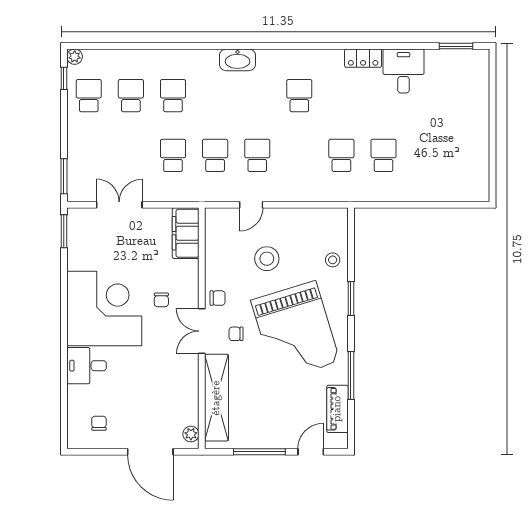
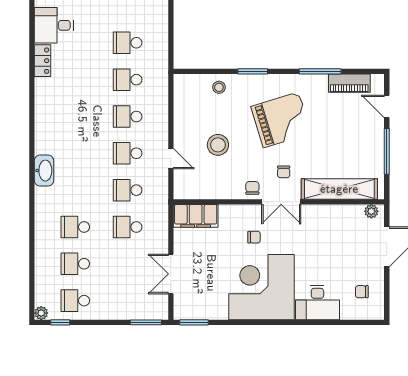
school desk: (299, 96) -> (128, 116), moved
grand piano: (295, 331) -> (281, 120), width x0.73, depth x0.68
desk: (86, 366) -> (317, 303), width x1.37

